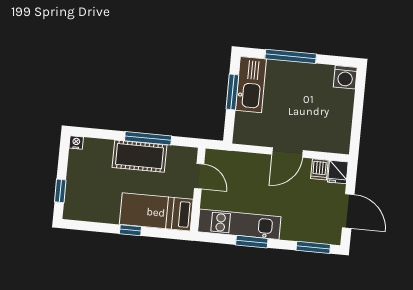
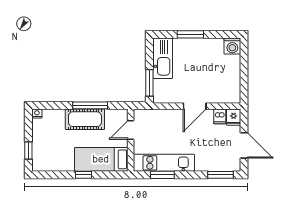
window: (291, 56) -> (190, 34), width x0.69
window: (232, 92) -> (149, 83), moved
door: (199, 176) -> (131, 130), swing flipped
window: (252, 242) -> (162, 175), moved

